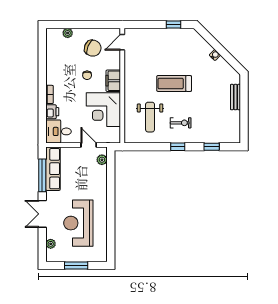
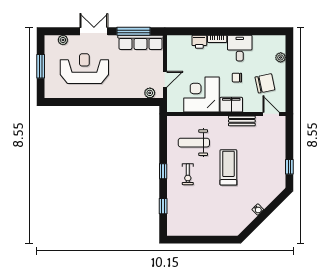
chair: (93, 48) -> (265, 83), turned -124
bench: (235, 97) -> (242, 121), moved
desk: (58, 131) -> (240, 48), moved

